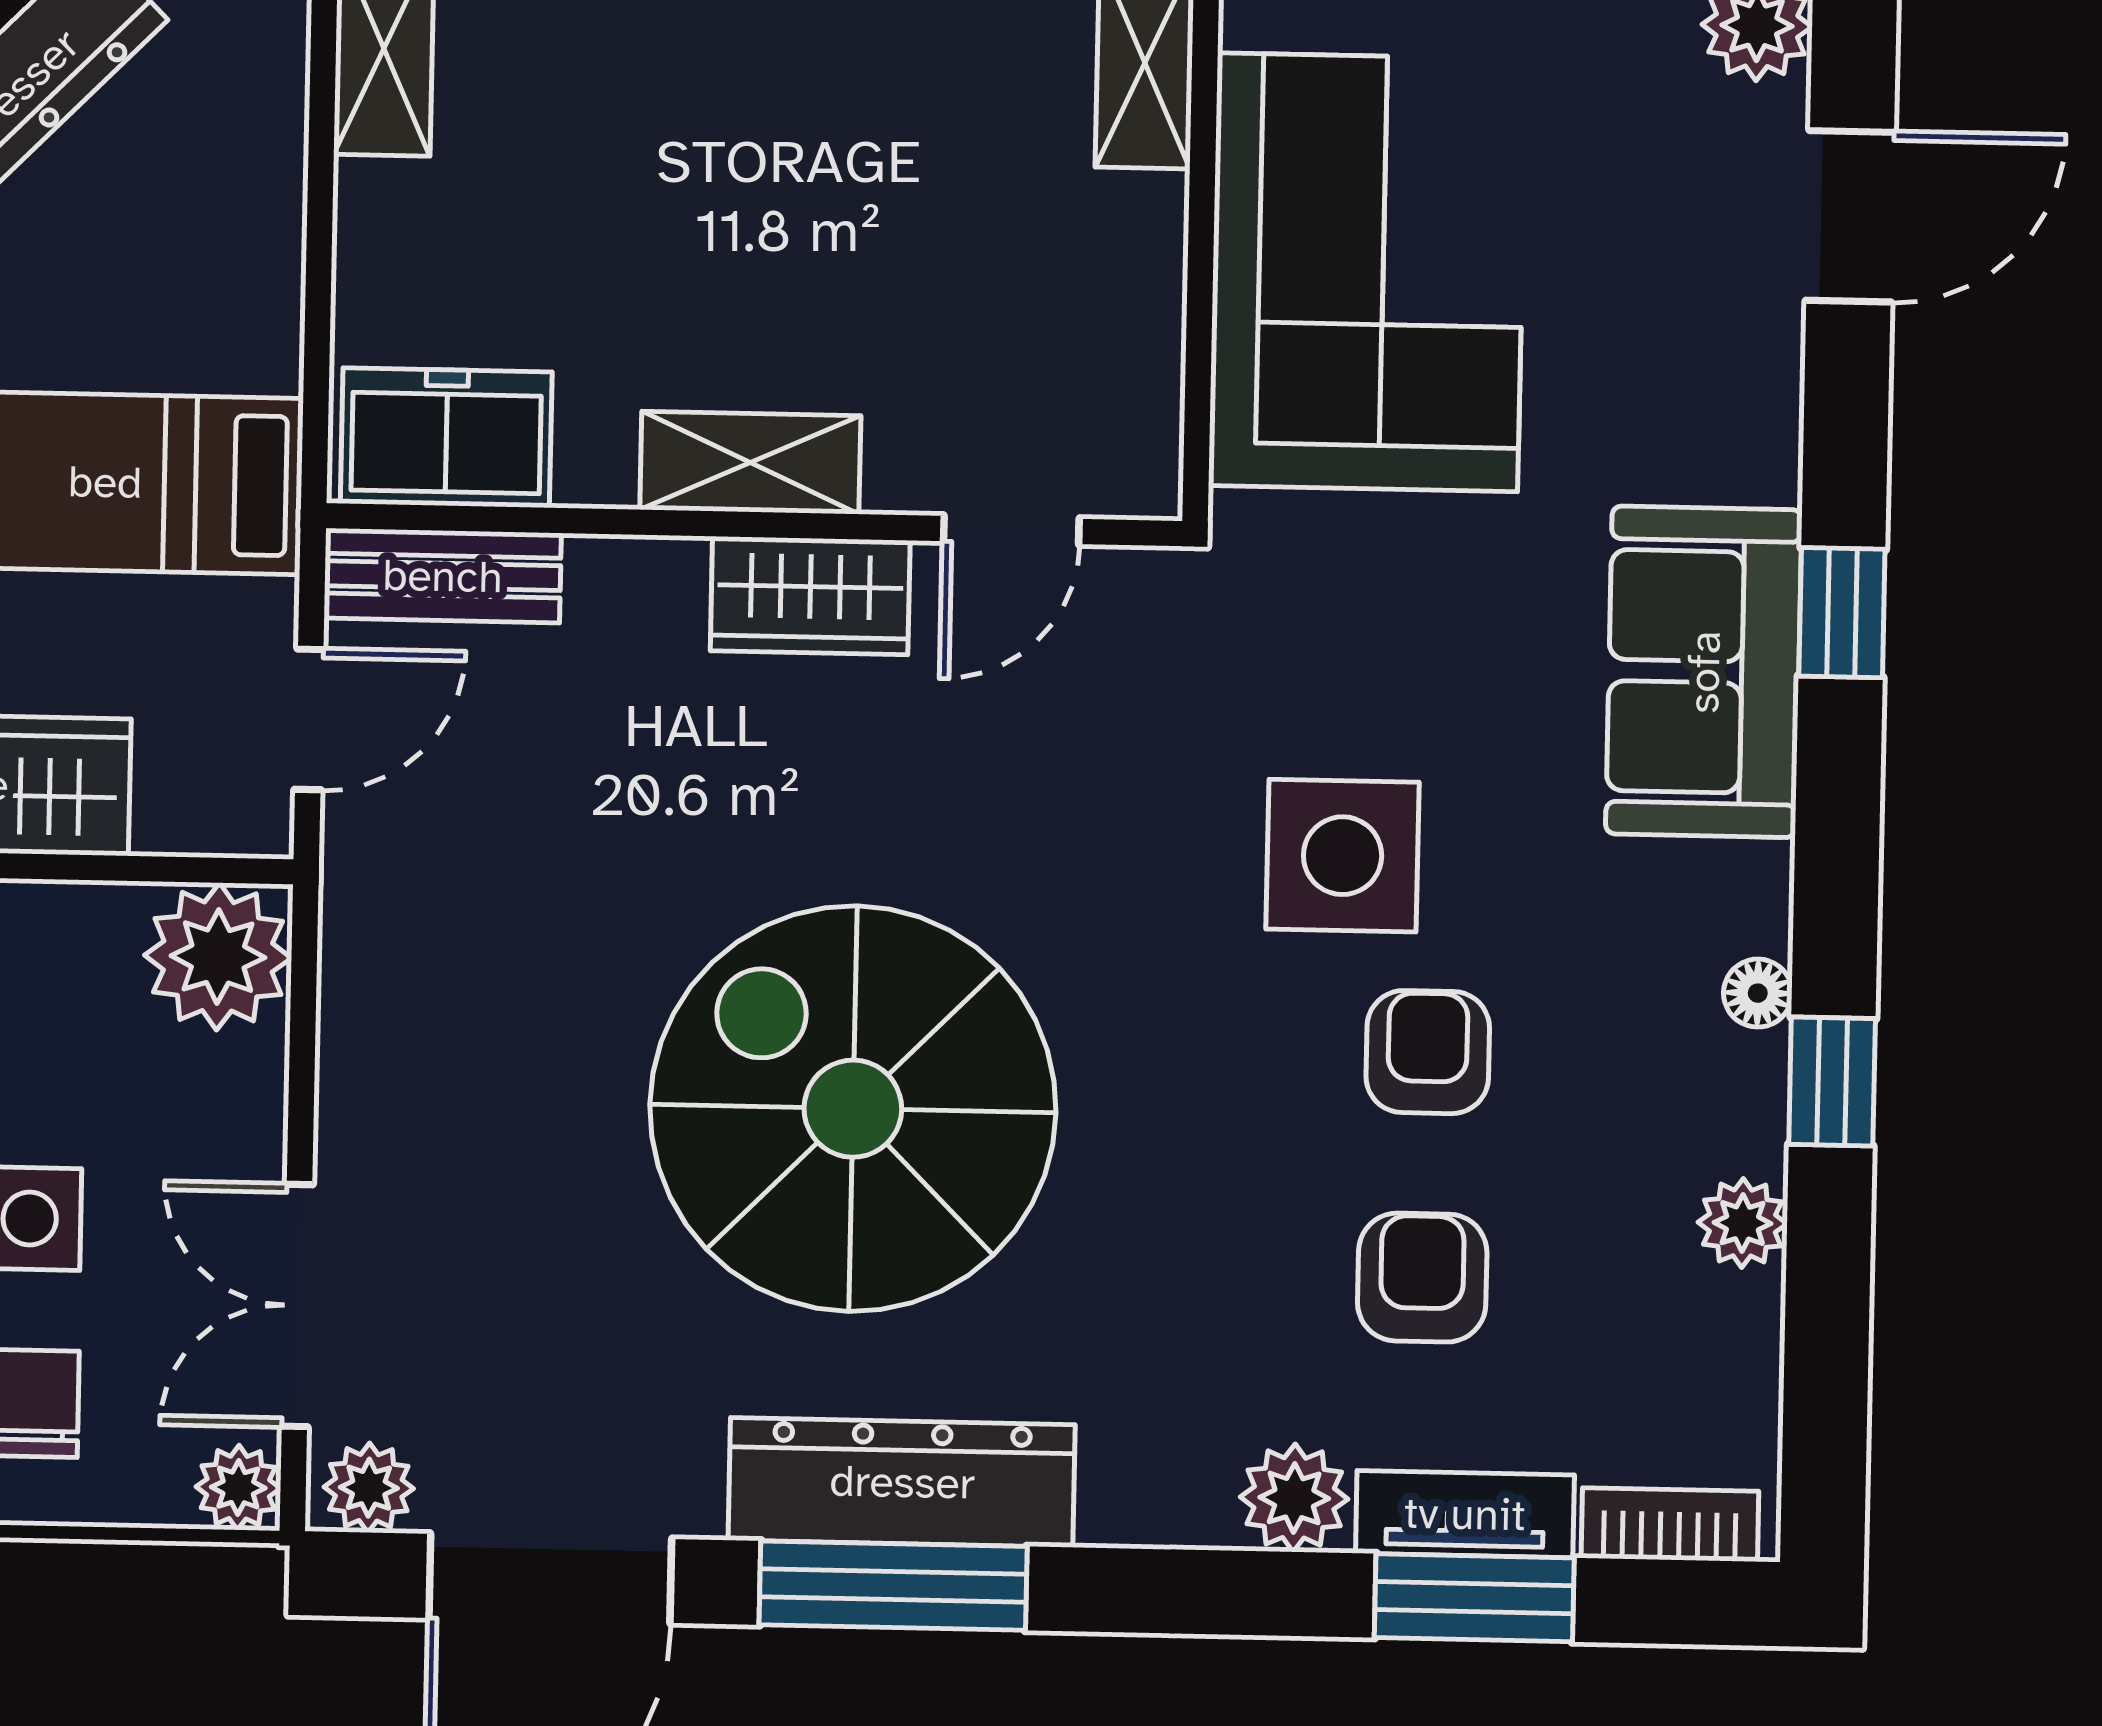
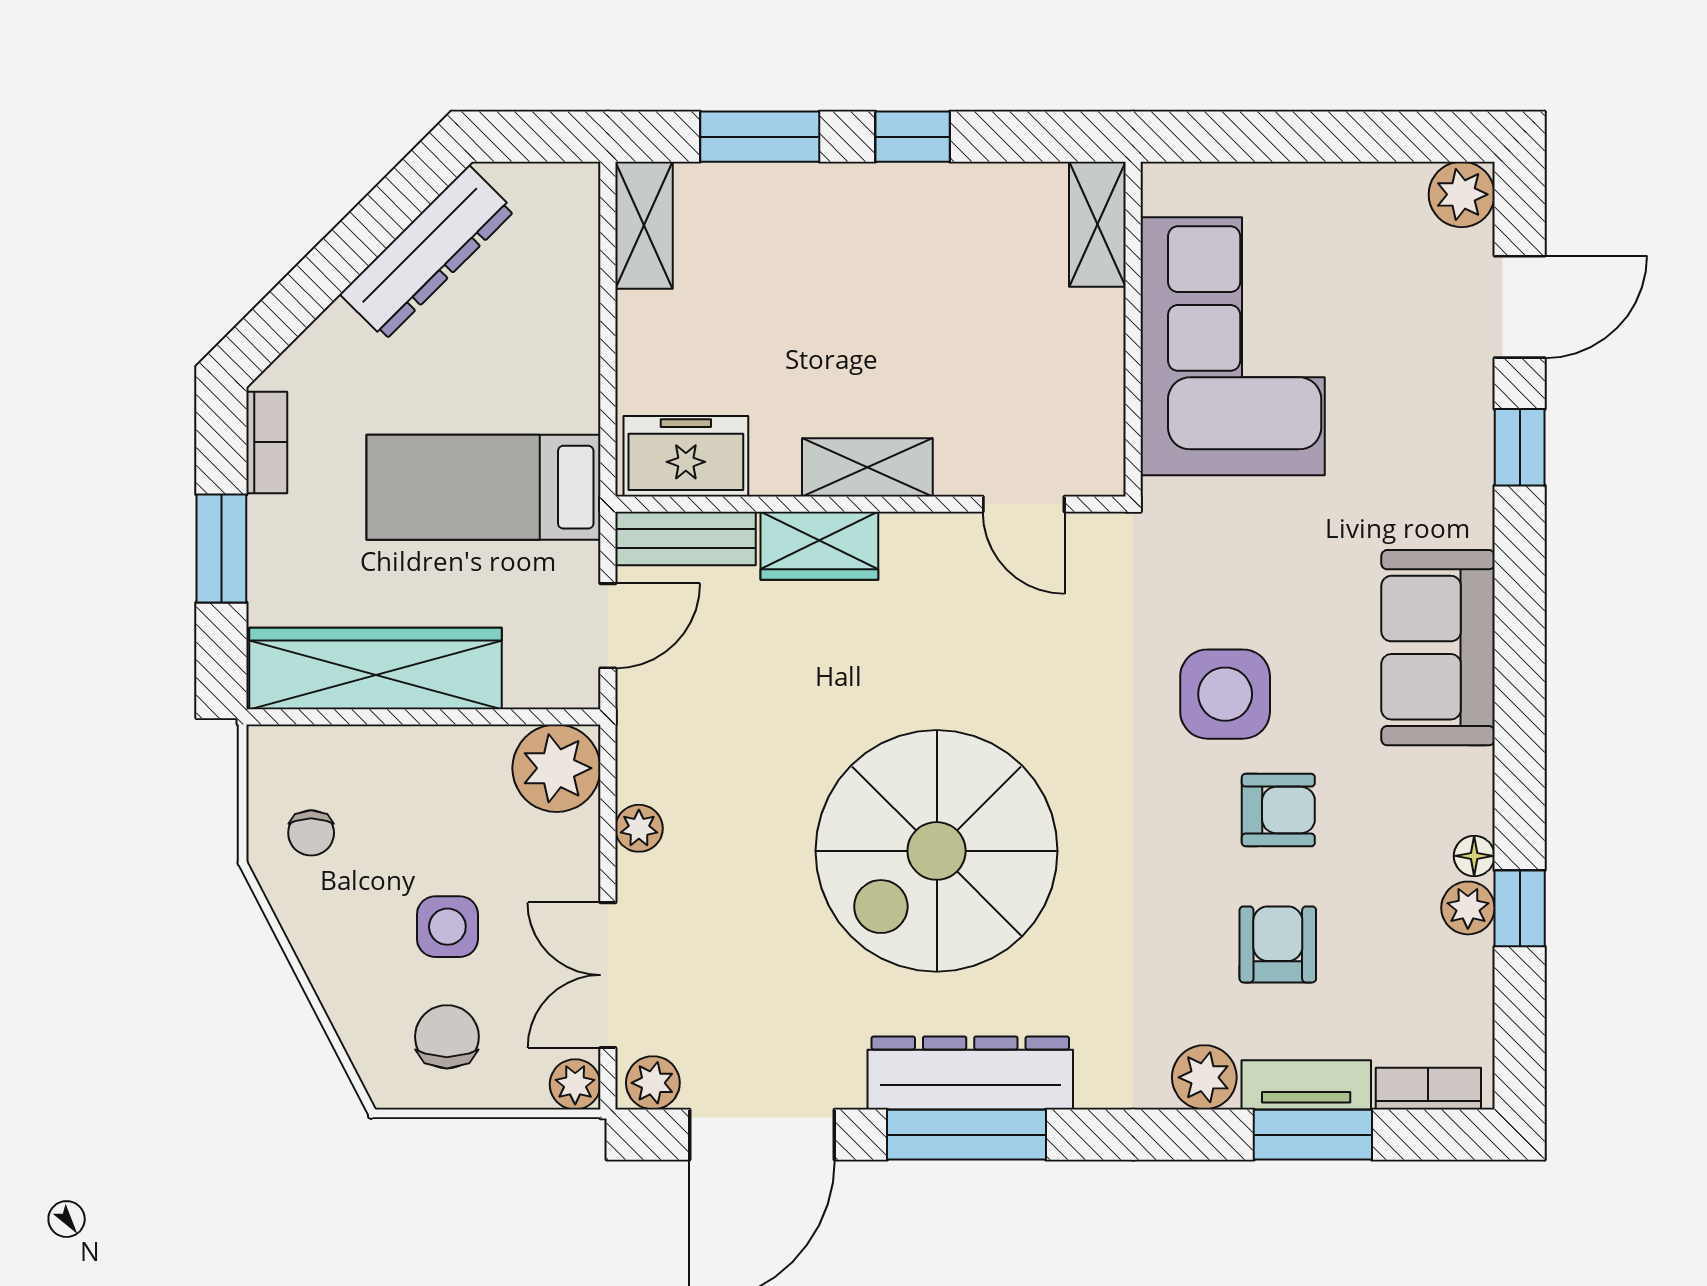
door: (1011, 530) -> (1024, 504), hinge flipped
wardrobe: (810, 596) -> (819, 546), moved
window: (1842, 613) -> (1520, 447), moved
sofa: (1704, 672) -> (1438, 648), moved
floor lamp: (1758, 993) -> (1474, 856), moved
armchair: (1428, 1052) -> (1278, 810), turned 90
plant: (354, 1060) -> (639, 828), added
window: (1832, 1082) -> (1520, 908), moved
spiral stairs: (853, 1109) -> (937, 851), turned -90

